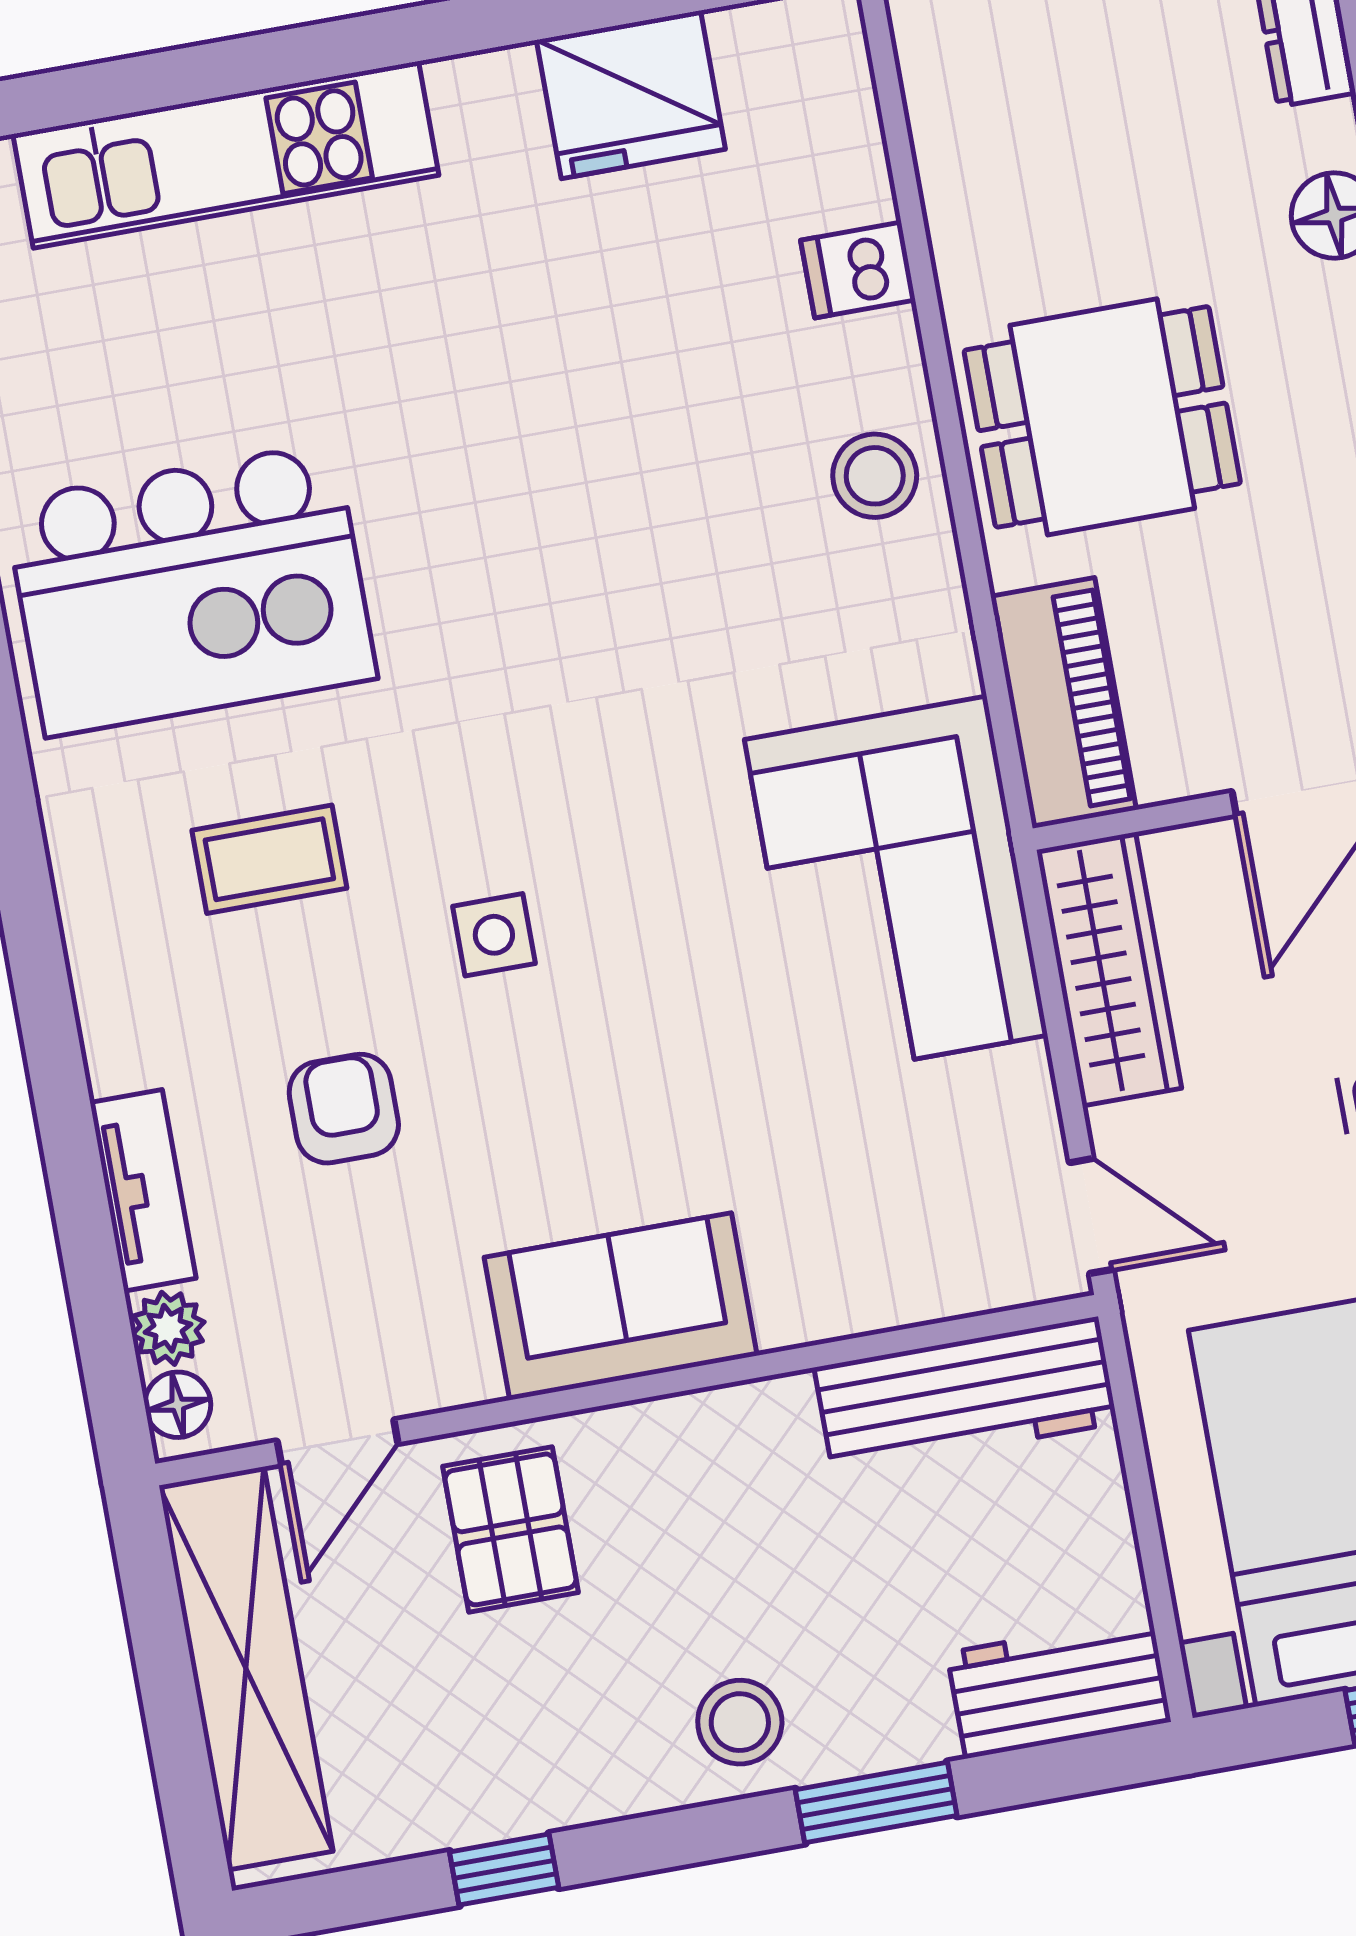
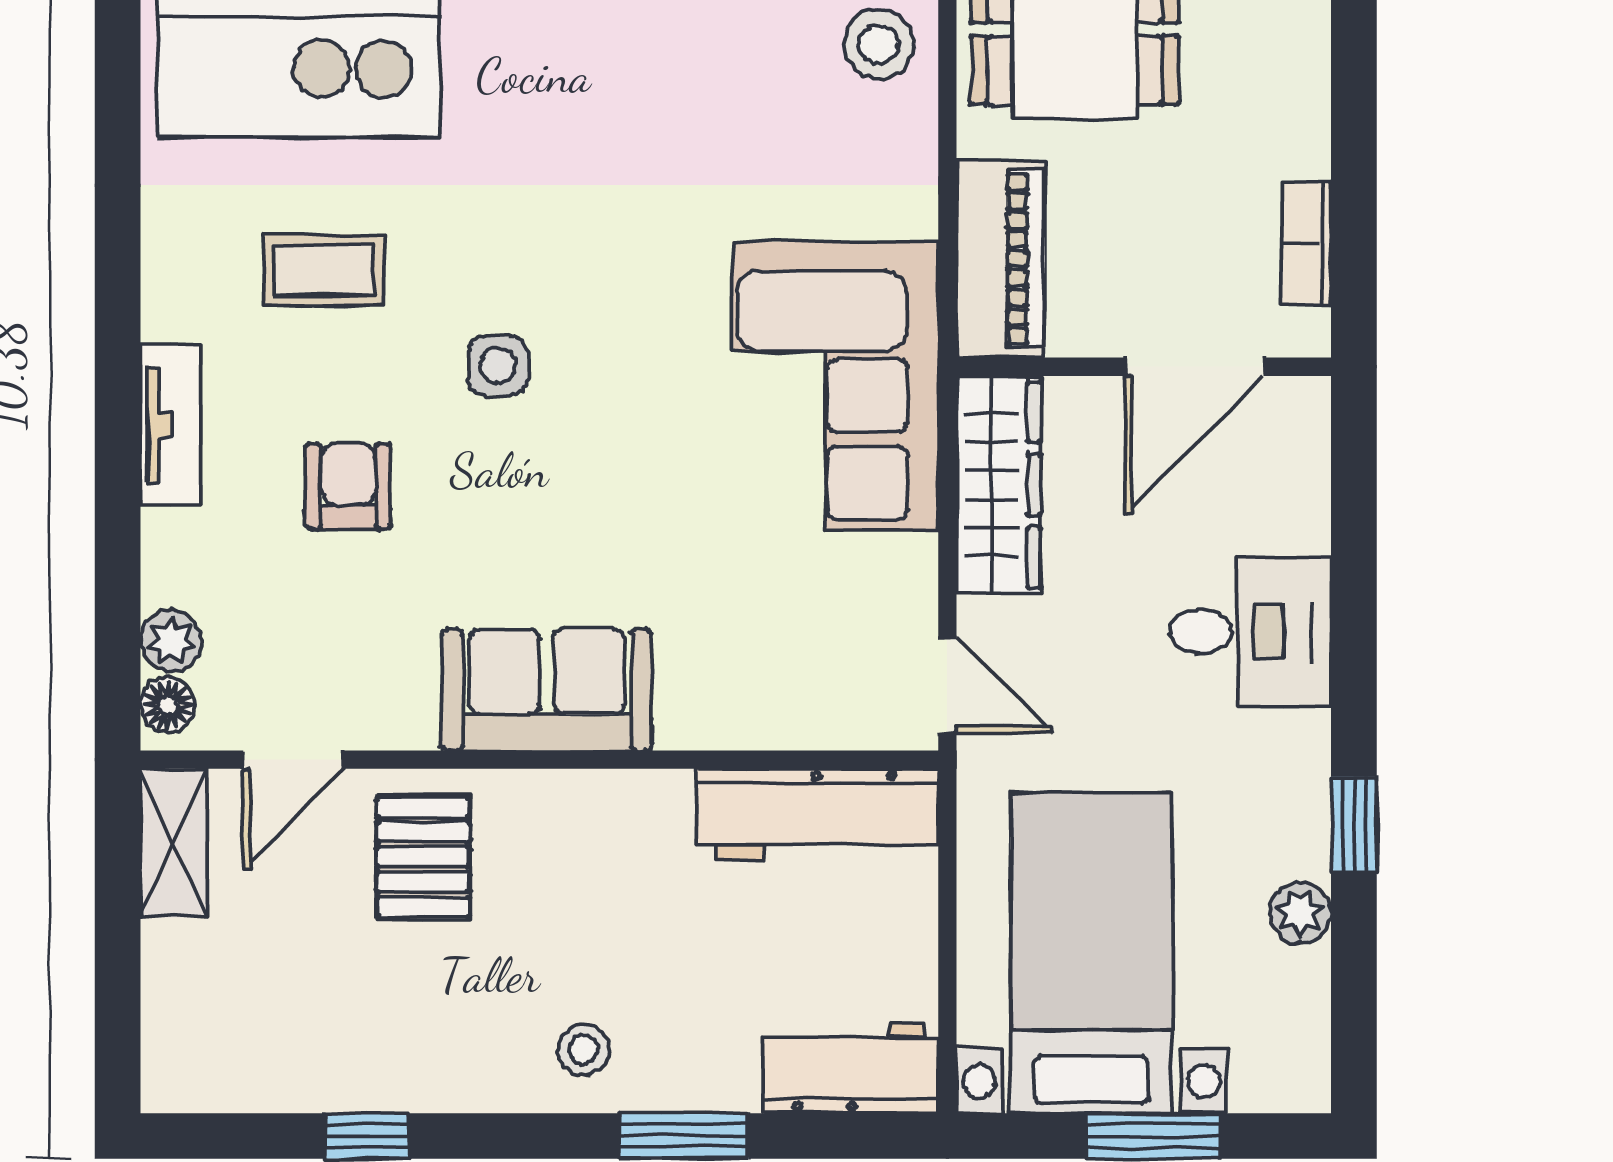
tv unit: (143, 1190) -> (171, 425), moved
shelving: (246, 1668) -> (174, 843), width x0.45, depth x0.75
stool: (740, 1722) -> (583, 1050), width x0.73, depth x0.73

